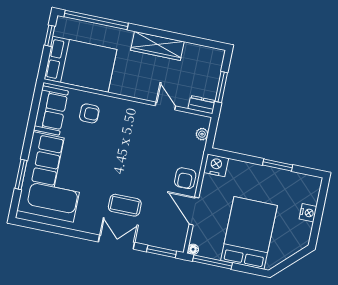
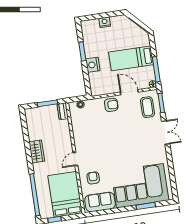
wardrobe: (157, 46) -> (37, 152), width x0.67
door: (165, 106) -> (75, 159), moved
nightstand: (216, 165) -> (93, 65), moved
coffee table: (125, 205) -> (147, 107), moved
door: (194, 211) -> (129, 92), swing flipped
bed: (249, 233) -> (131, 58), width x0.67
double door: (116, 242) -> (166, 132), swing flipped

